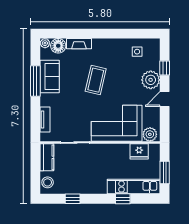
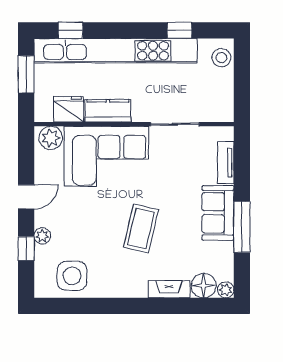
side table: (137, 52) -> (72, 276), width x1.87, depth x1.87
sofa: (50, 76) -> (218, 213), moved
plant: (151, 80) -> (42, 236), width x0.53, depth x0.53
kitchen counter: (47, 157) -> (108, 111), moved, turned 90
kitchen unit: (134, 187) -> (116, 51), width x1.86
window: (123, 199) -> (70, 30), moved

